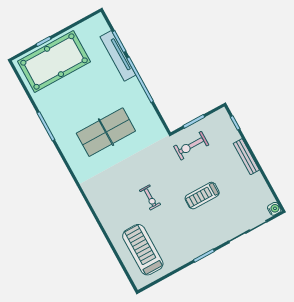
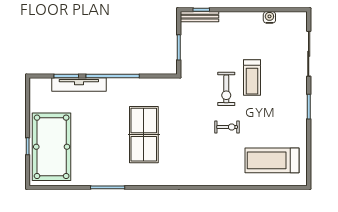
exercise bike: (191, 146) -> (226, 89), moved
bench: (246, 157) -> (199, 17), moved
water cooler: (274, 209) -> (269, 17), moved

